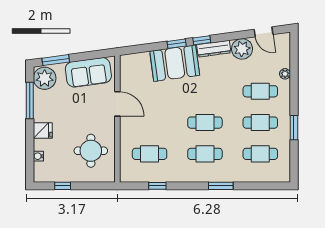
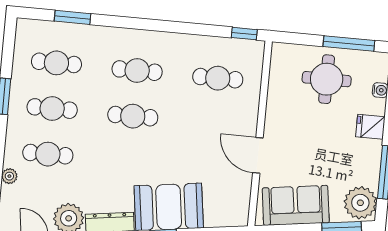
round table: (91, 151) -> (327, 79), moved
window: (63, 186) -> (349, 43), width x2.17
window: (157, 186) -> (244, 34), moved
window: (221, 186) -> (73, 17), moved

